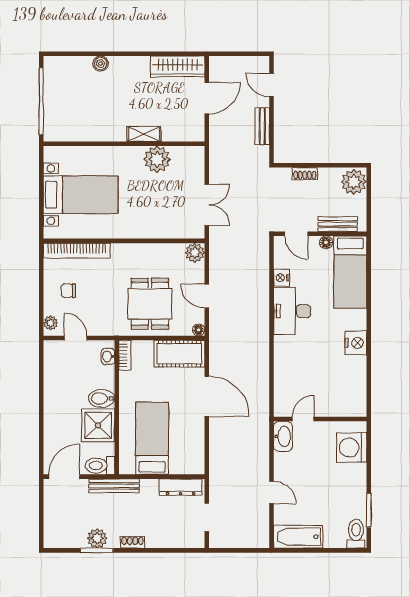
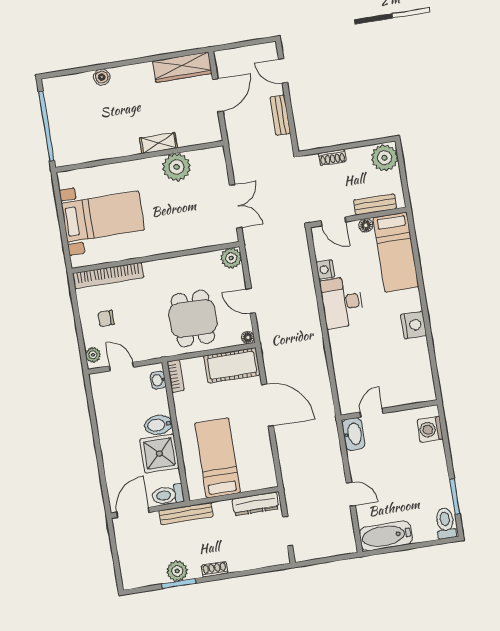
washing machine: (352, 447) -> (430, 429), width x0.73, depth x0.73

